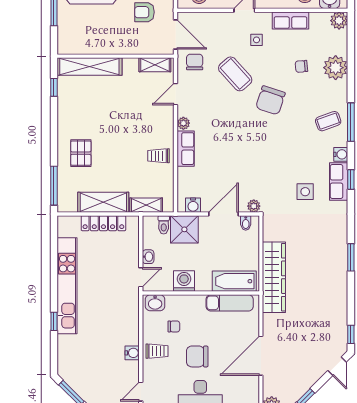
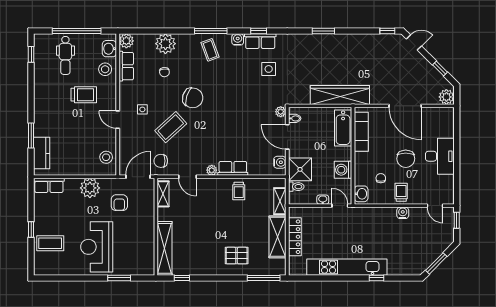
row of seats: (290, 20) -> (126, 66), moved

